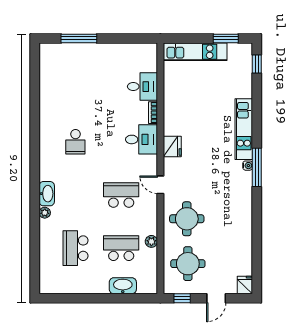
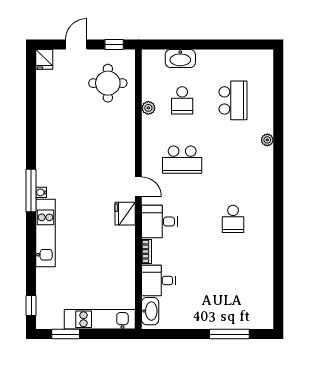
school desk: (75, 142) -> (233, 219), turned 180
door: (160, 185) -> (138, 187), moved
washbasin: (47, 194) -> (150, 311), moved, turned 180
round table: (187, 219) -> (109, 133), removed
school desk: (121, 248) -> (182, 100), width x0.54

